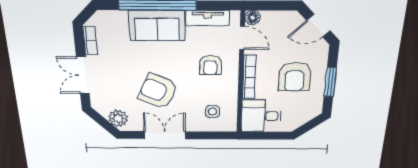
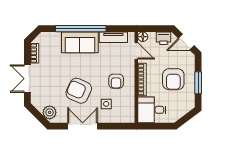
printer: (284, 20) -> (164, 38), added
armchair: (210, 65) -> (116, 81), moved
side table: (212, 112) -> (106, 104), moved

